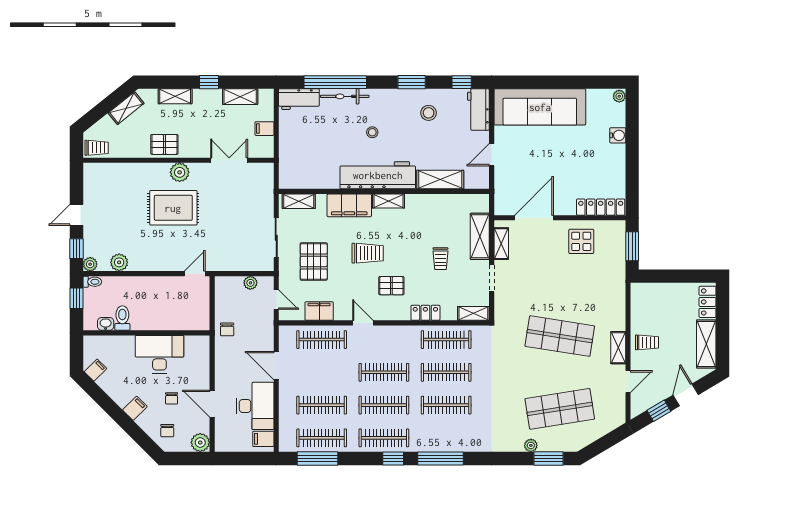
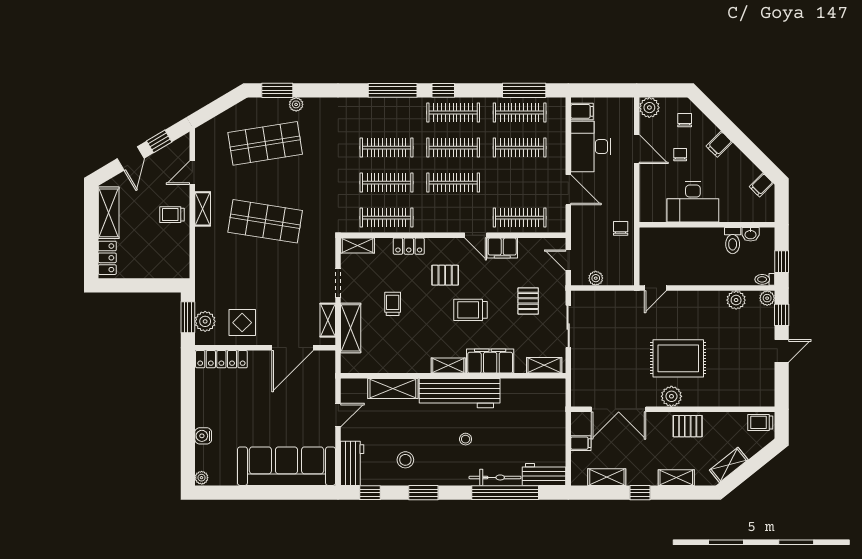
double door: (229, 160) -> (619, 409), width x1.37
plant: (616, 242) -> (205, 321), added
pallet: (314, 261) -> (528, 301), width x0.67, depth x0.71
filing cabinet: (319, 311) -> (502, 248), moved

